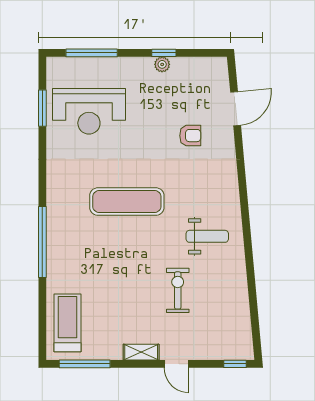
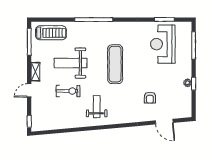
weight bench: (207, 236) -> (97, 107), turned 180
weight bench: (125, 286) -> (71, 63), added

